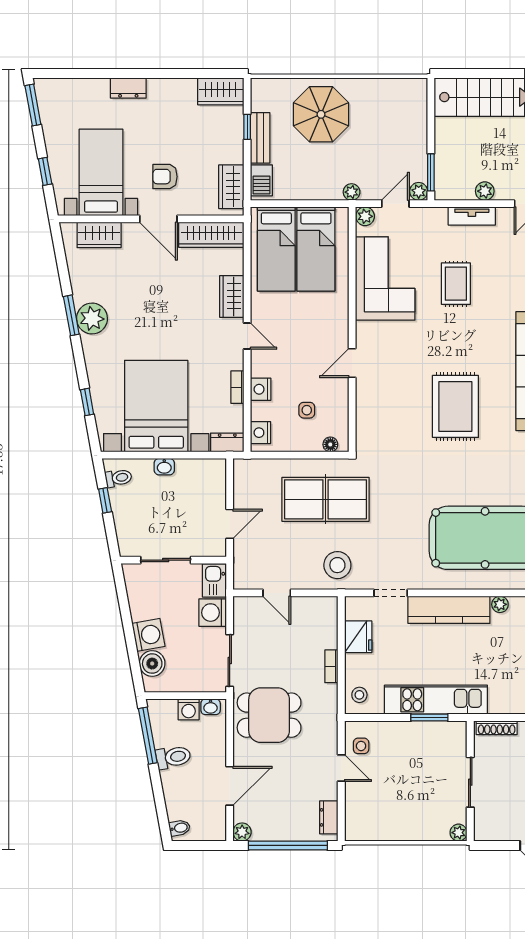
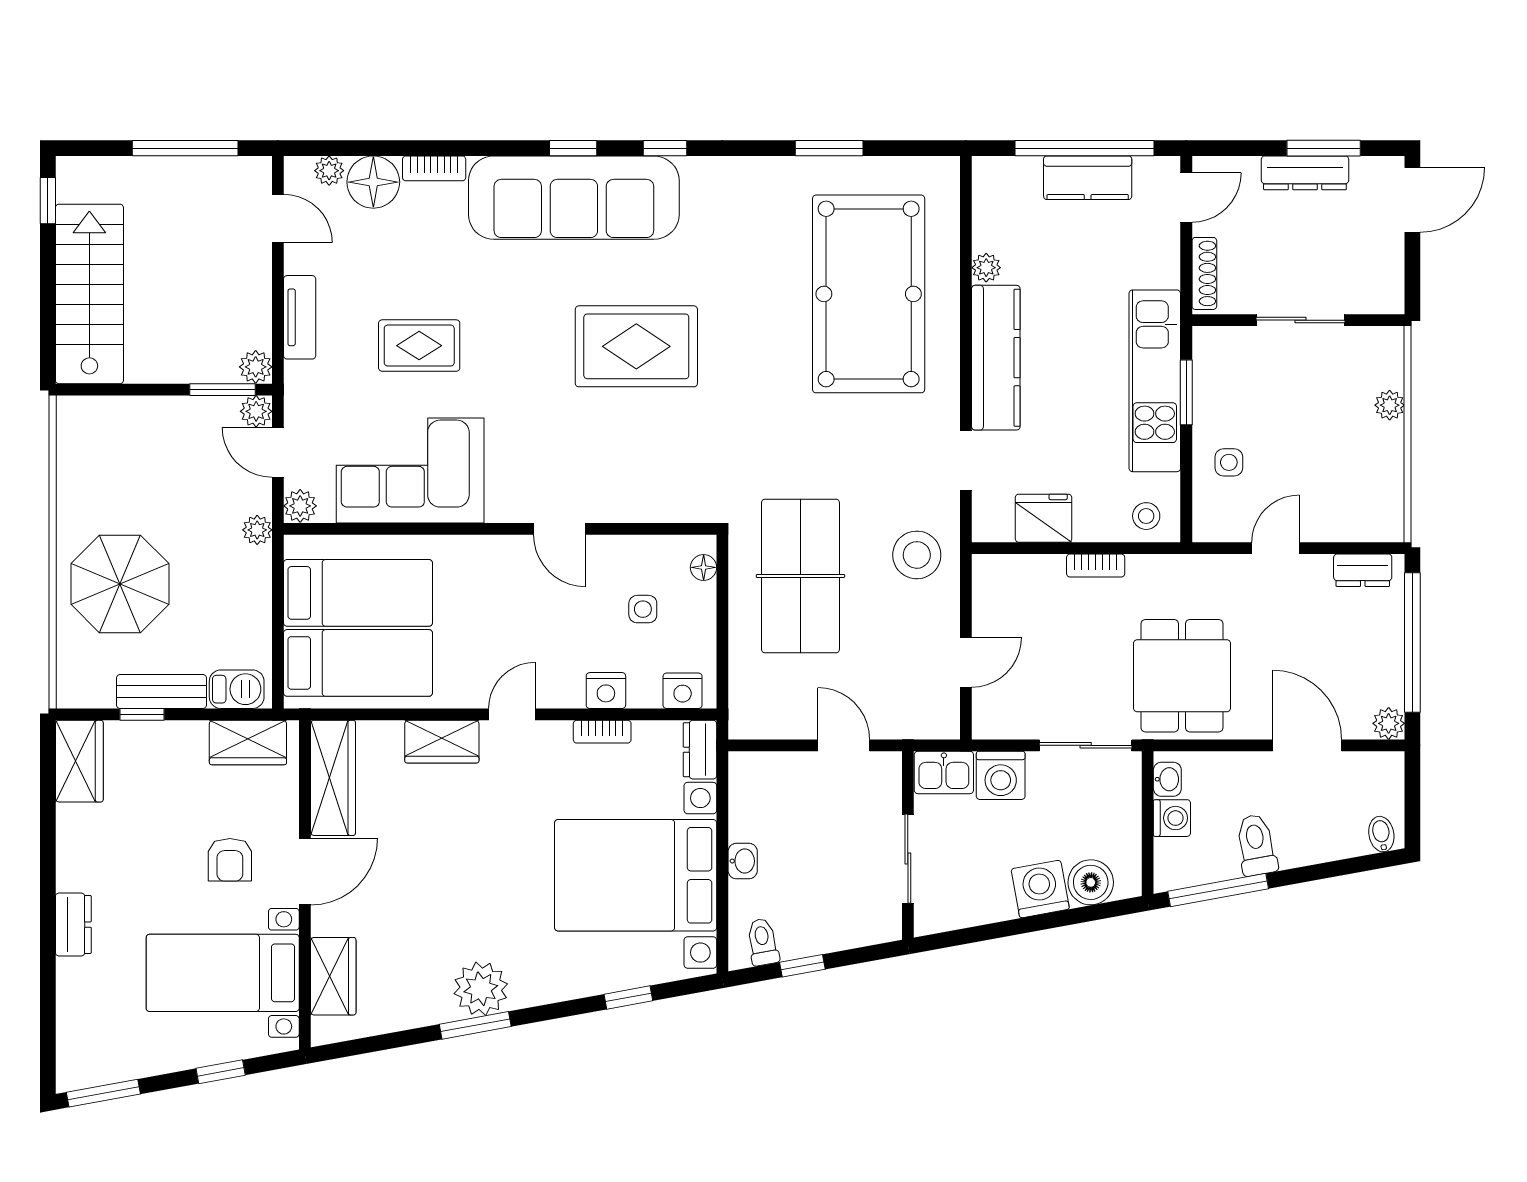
plant: (485, 191) -> (256, 367), moved
side table: (361, 746) -> (1229, 462), moved
plant: (459, 833) -> (1390, 405), moved

